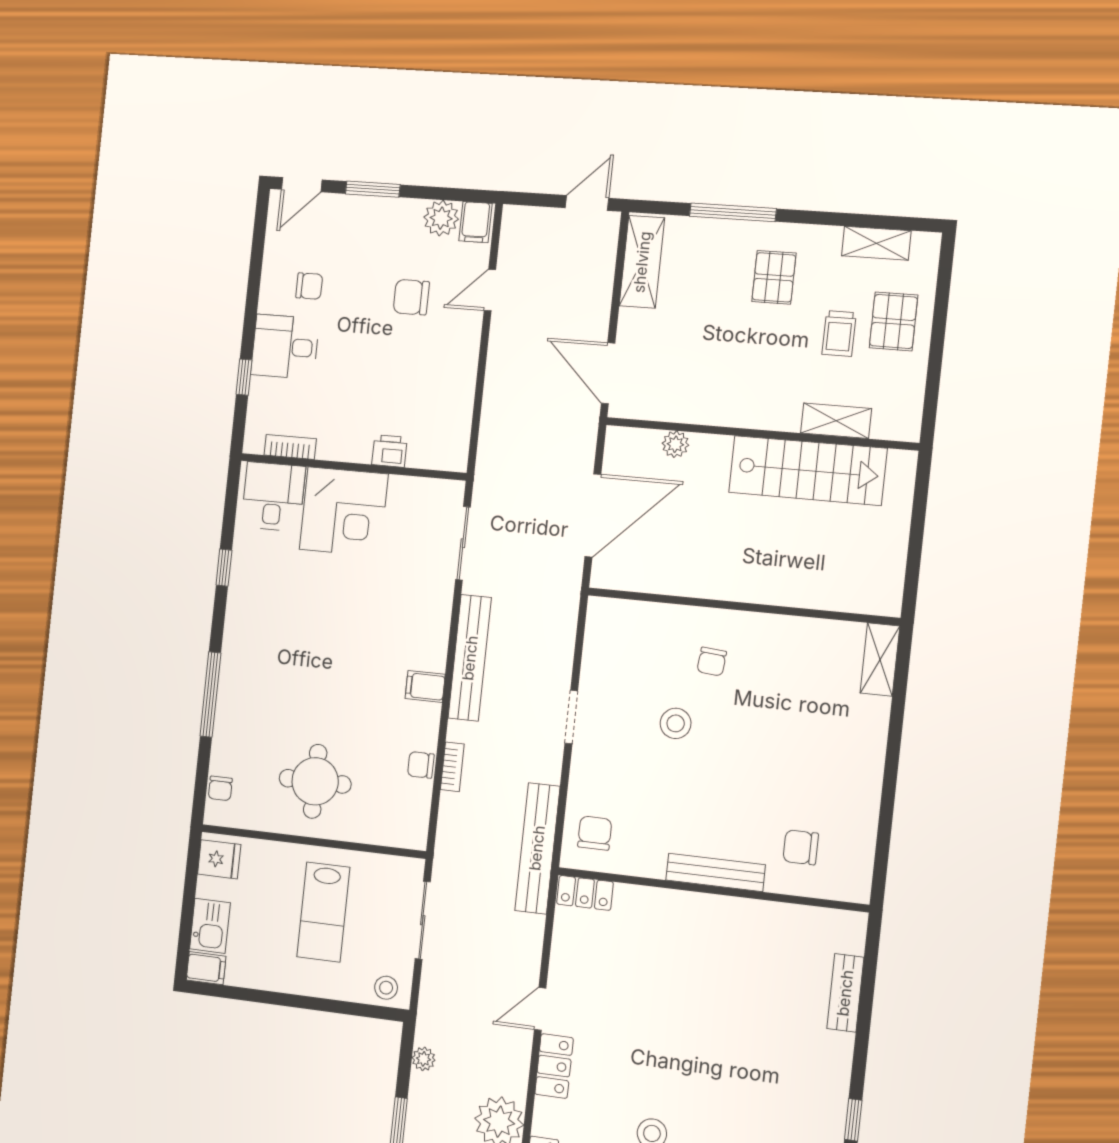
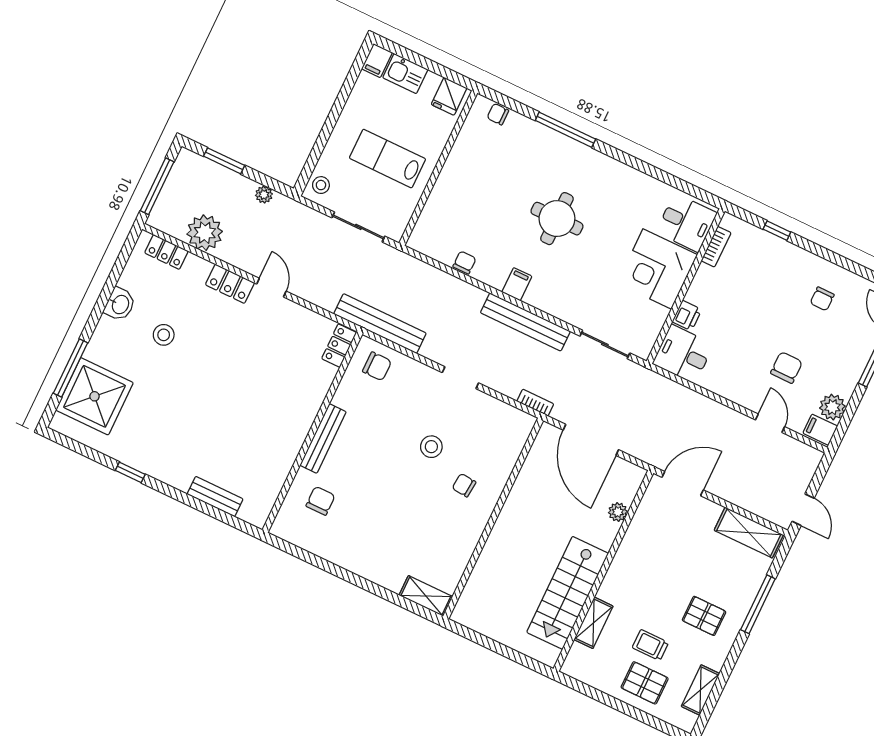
desk: (285, 347) -> (683, 354), moved, turned -90
window: (224, 568) -> (650, 170), removed
bookcase: (452, 767) -> (535, 403), moved, turned 180
round table: (315, 781) -> (557, 219), moved

